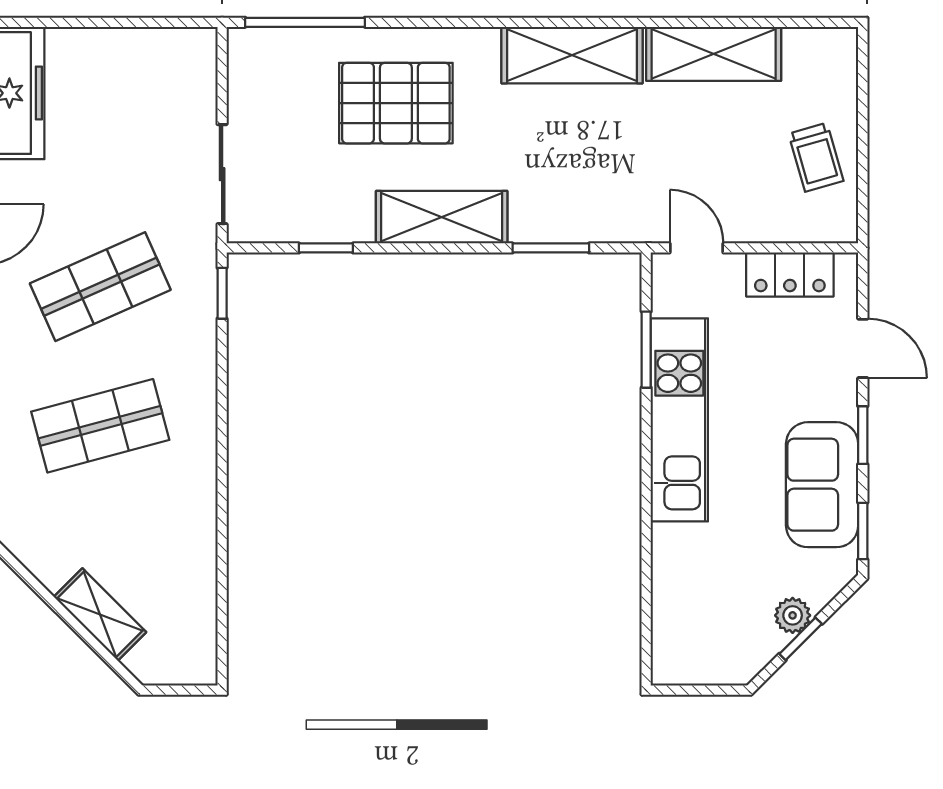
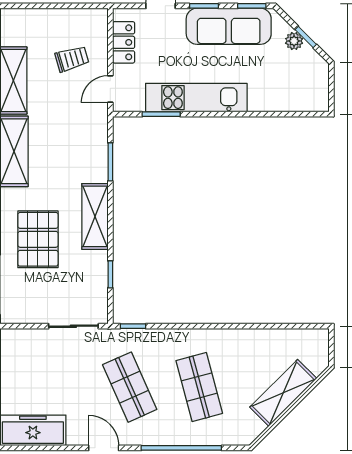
trolley: (816, 157) -> (72, 59), moved
sofa: (822, 485) -> (229, 26), width x1.36
shelving: (100, 614) -> (283, 393), width x1.50, depth x1.33

